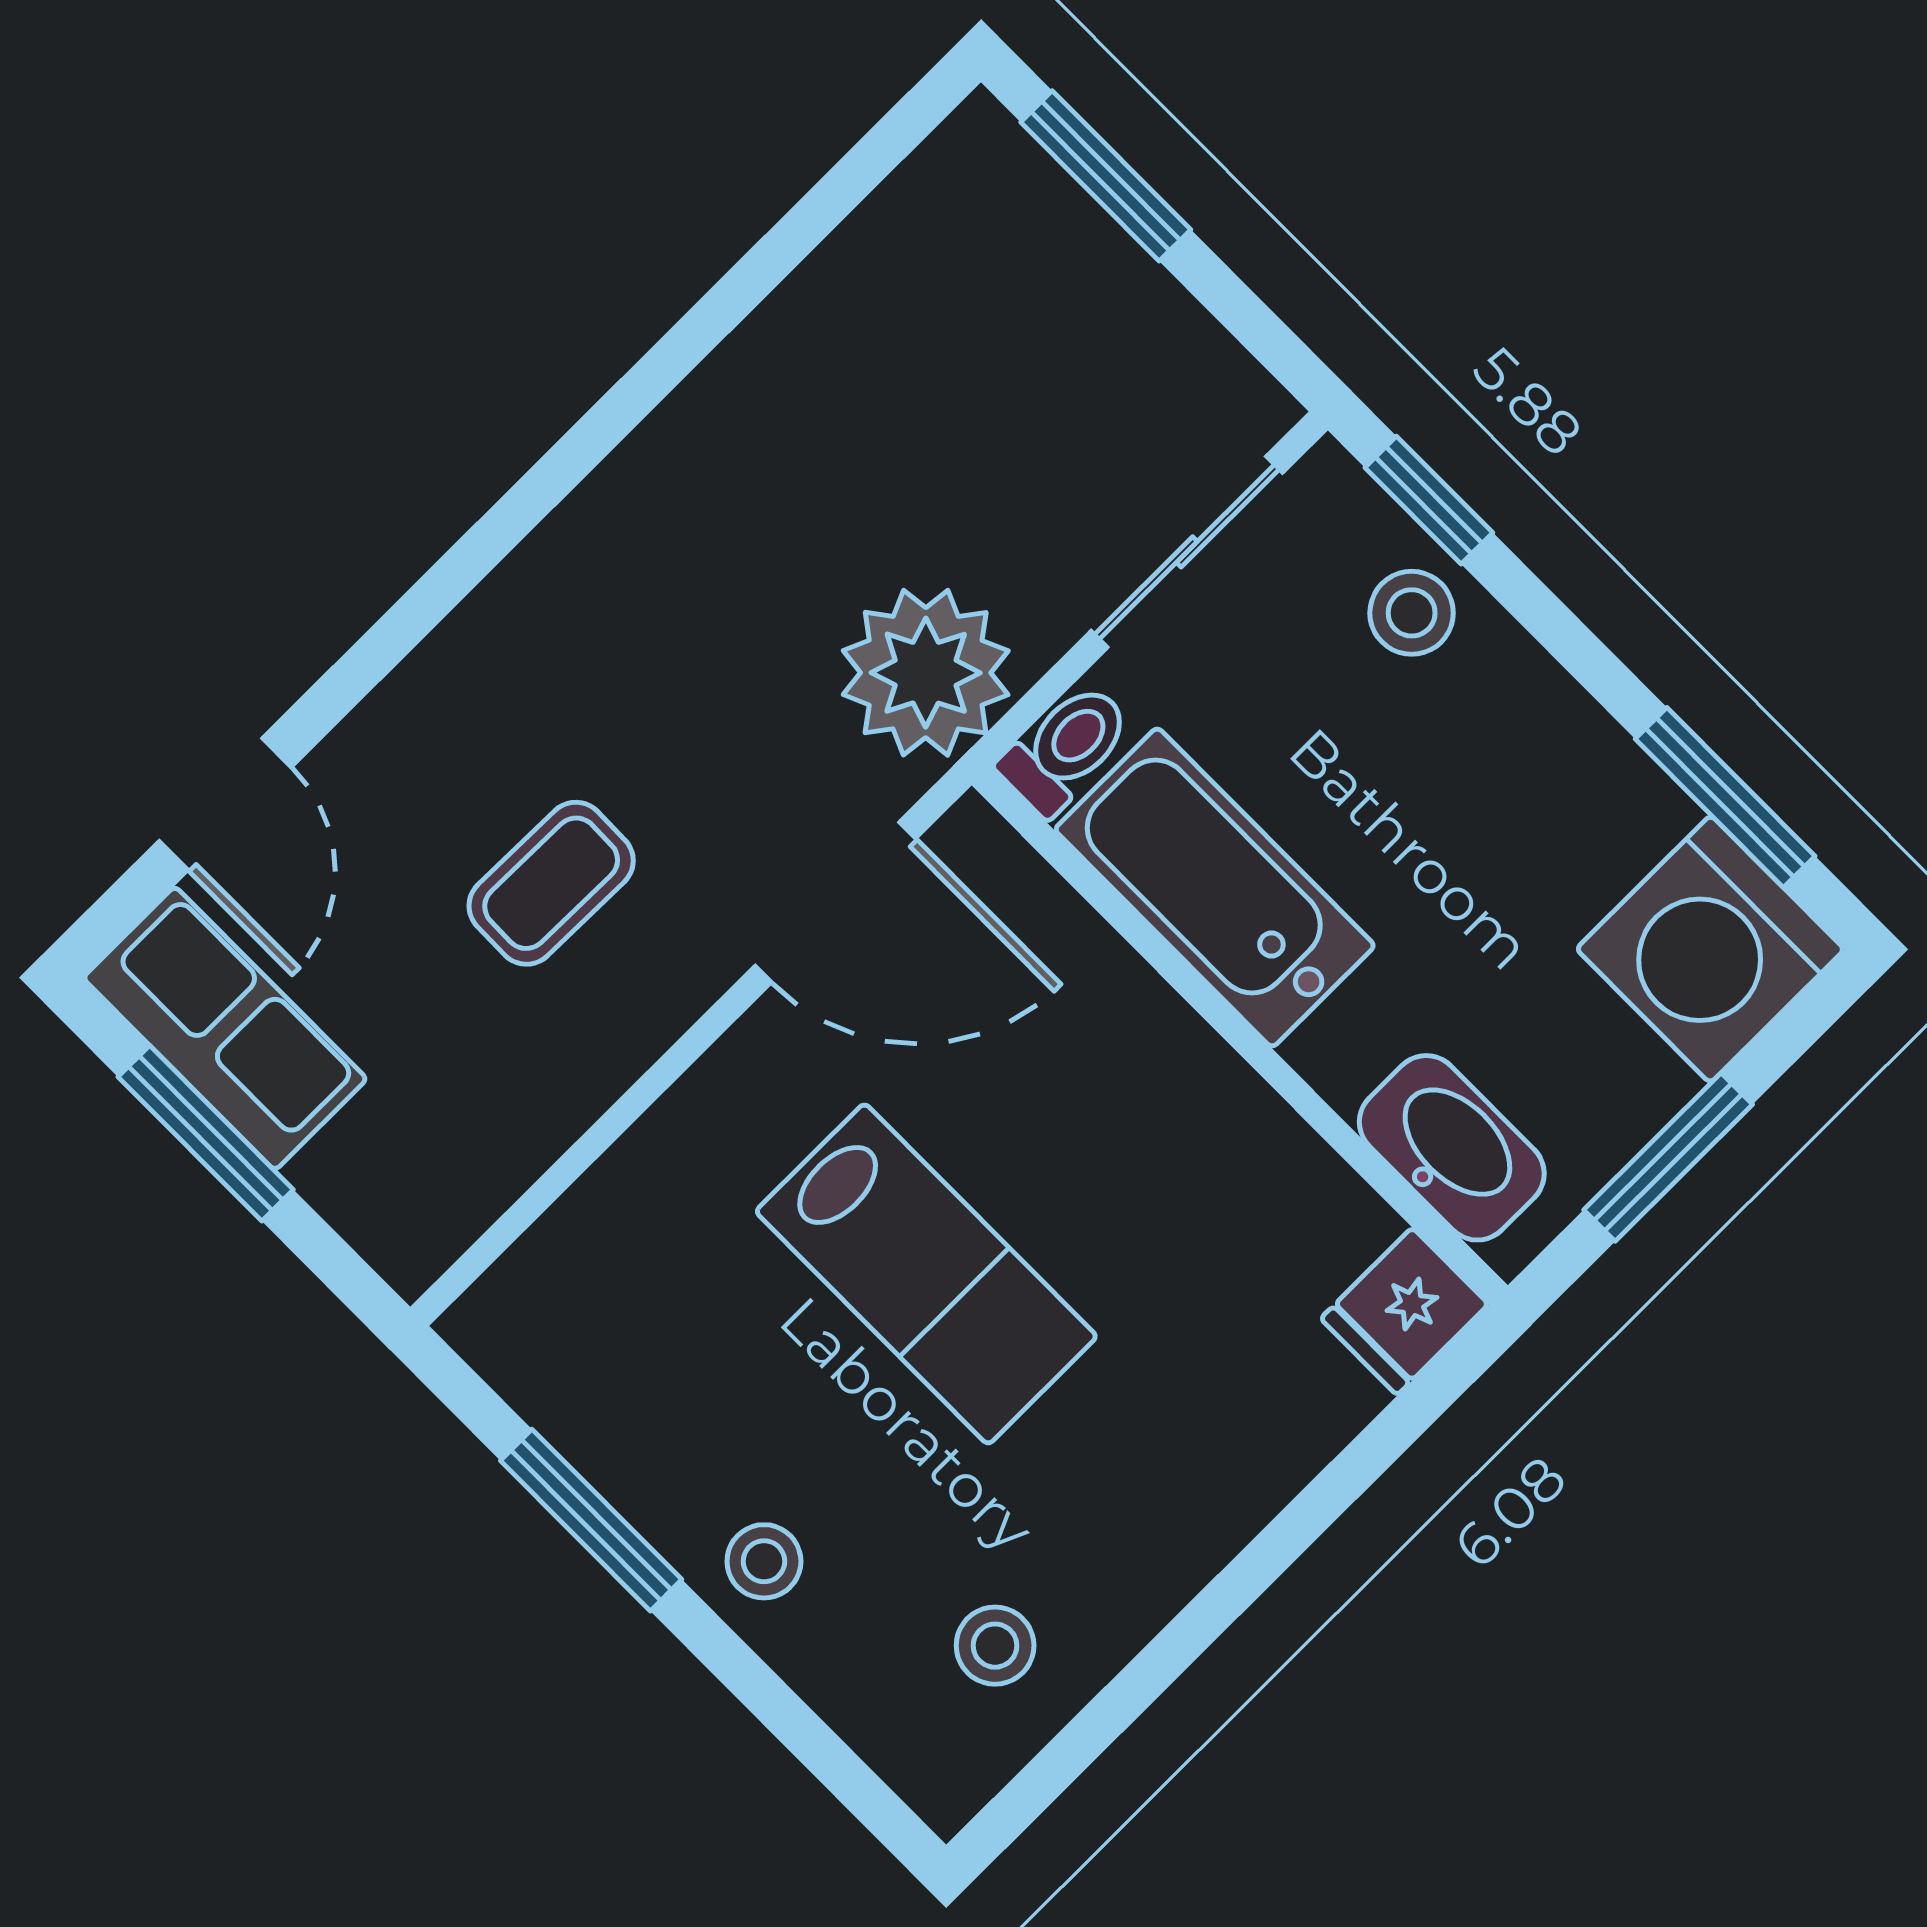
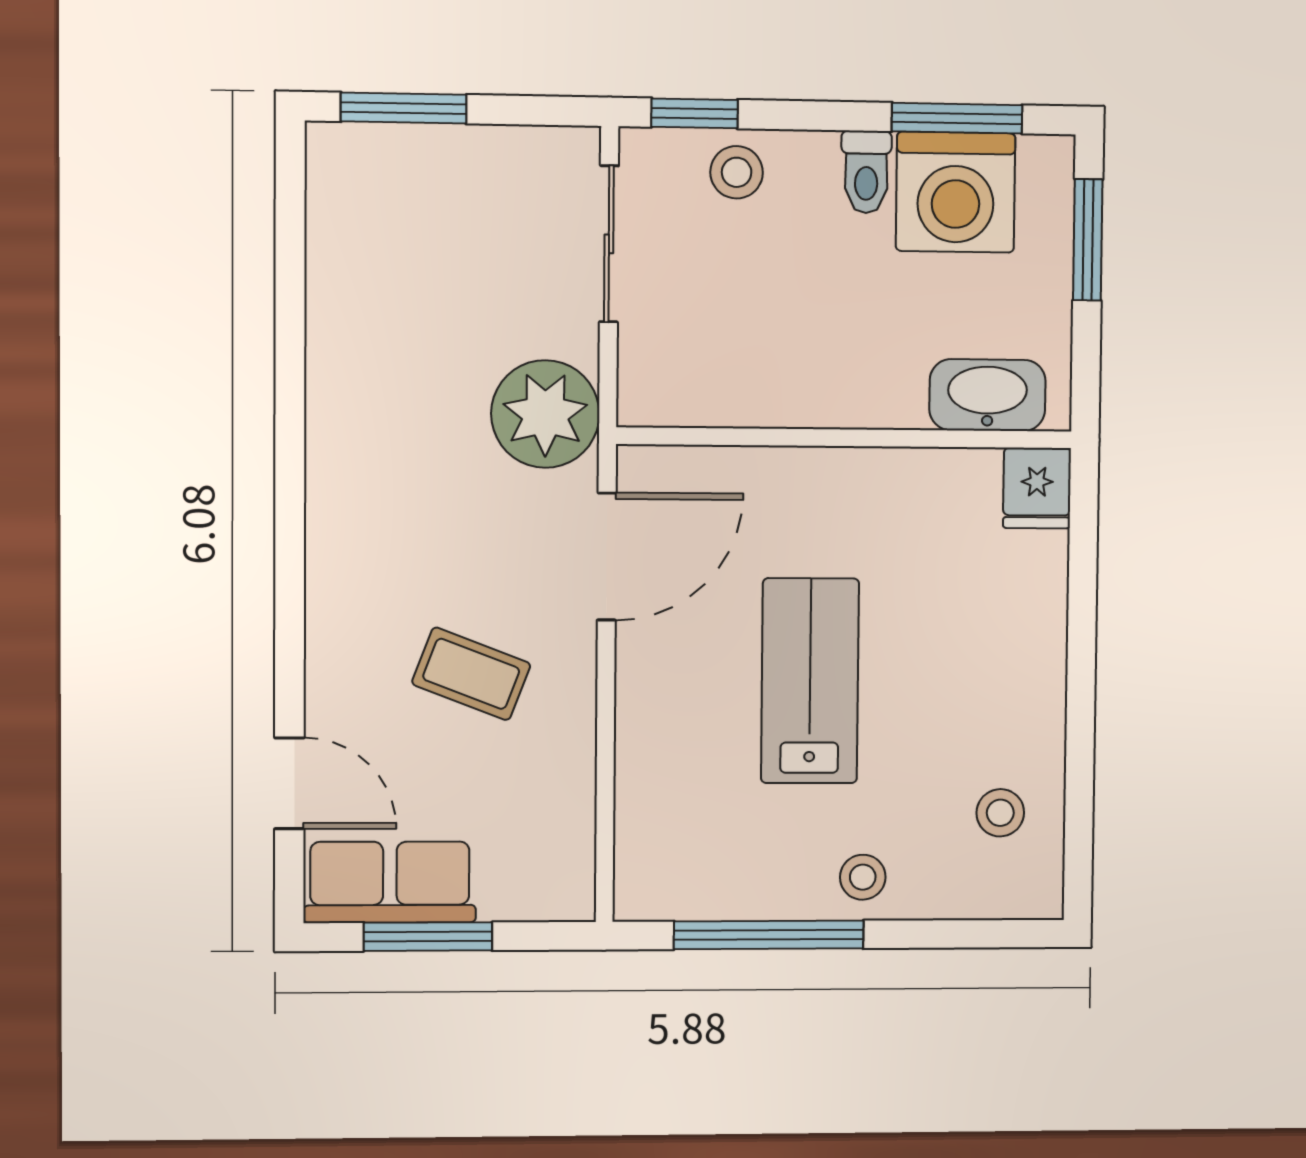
toilet: (1065, 749) -> (866, 172), moved, turned 180
coffee table: (551, 883) -> (471, 674), turned -70
bathtub: (1215, 887) -> (769, 383), removed
washing machine: (1710, 949) -> (956, 192), moved
window: (1668, 1157) -> (1088, 240), moved
lab bench: (926, 1274) -> (810, 681), turned -90
window: (591, 1520) -> (769, 935), width x1.44

